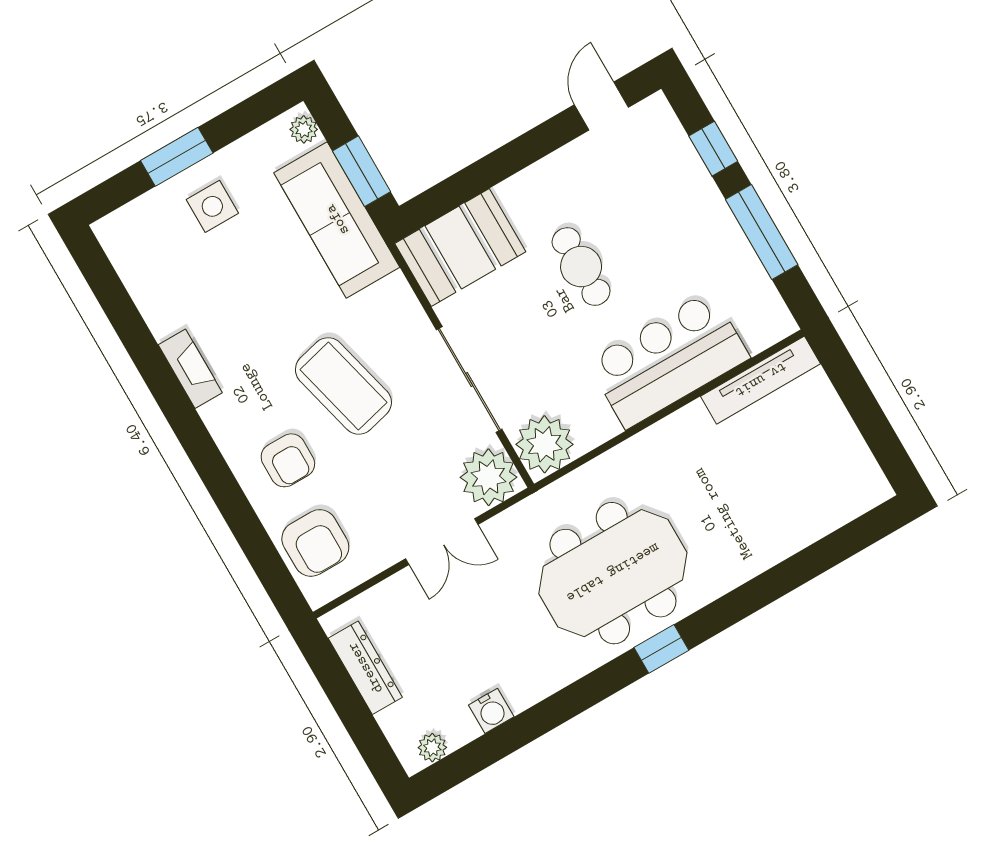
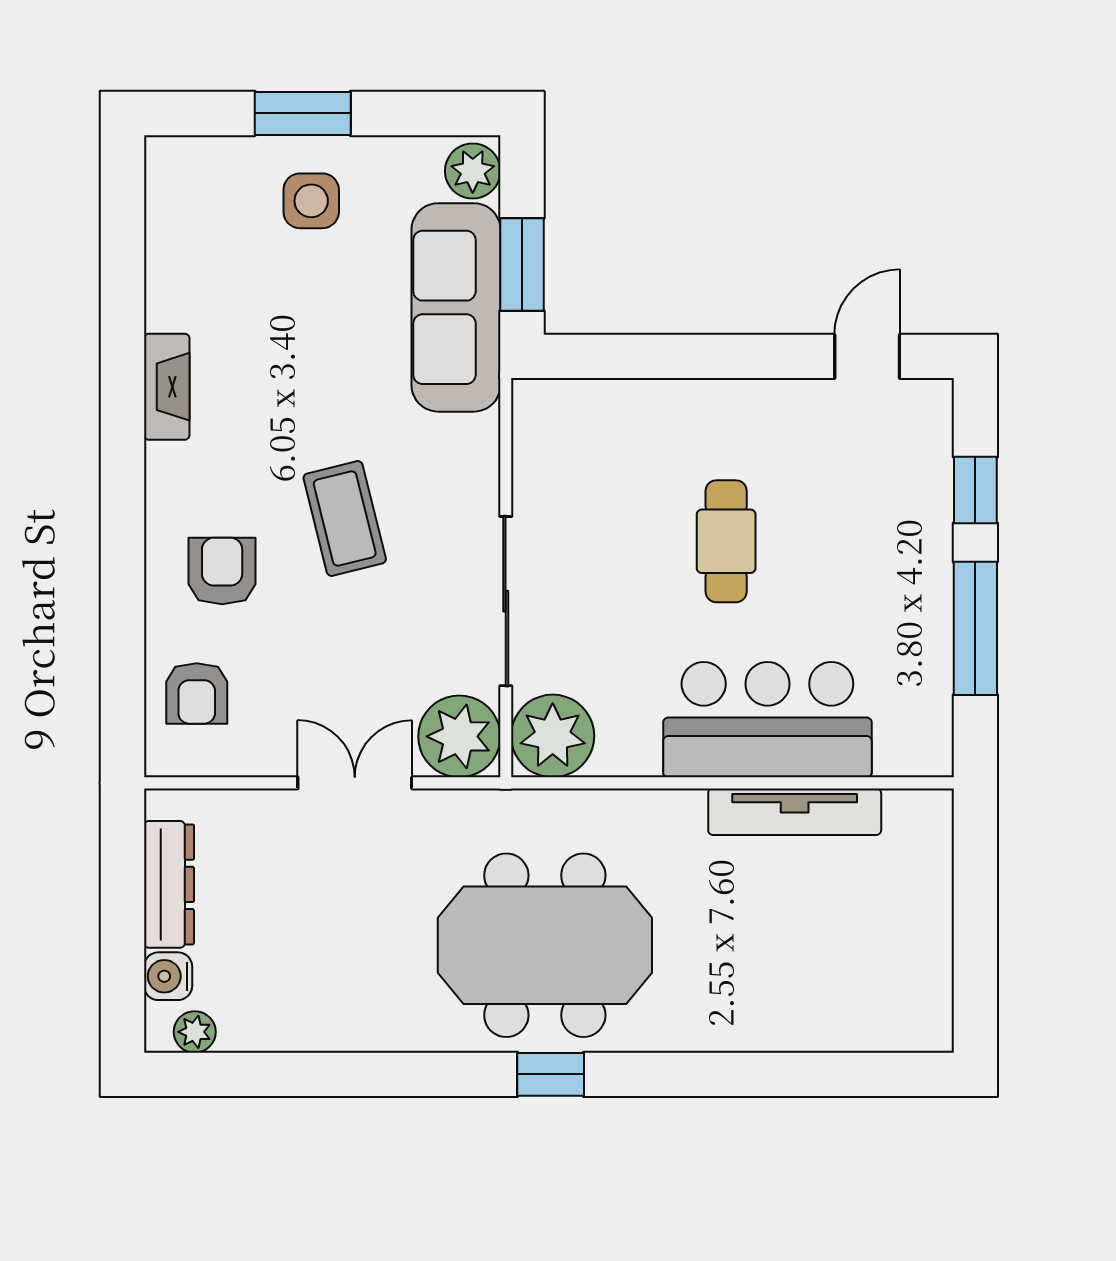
plant: (304, 129) -> (473, 171), width x1.38, depth x1.38
booth: (460, 248) -> (590, 431), removed
tv unit: (761, 380) -> (795, 812), moved
coffee table: (343, 386) -> (345, 518), width x0.73, depth x0.76
armchair: (288, 460) -> (222, 571), turned 180
double door: (442, 542) -> (355, 783), swing flipped
armchair: (315, 543) -> (197, 693), width x0.72, depth x0.72
water cooler: (491, 711) -> (168, 976), moved, turned 90

